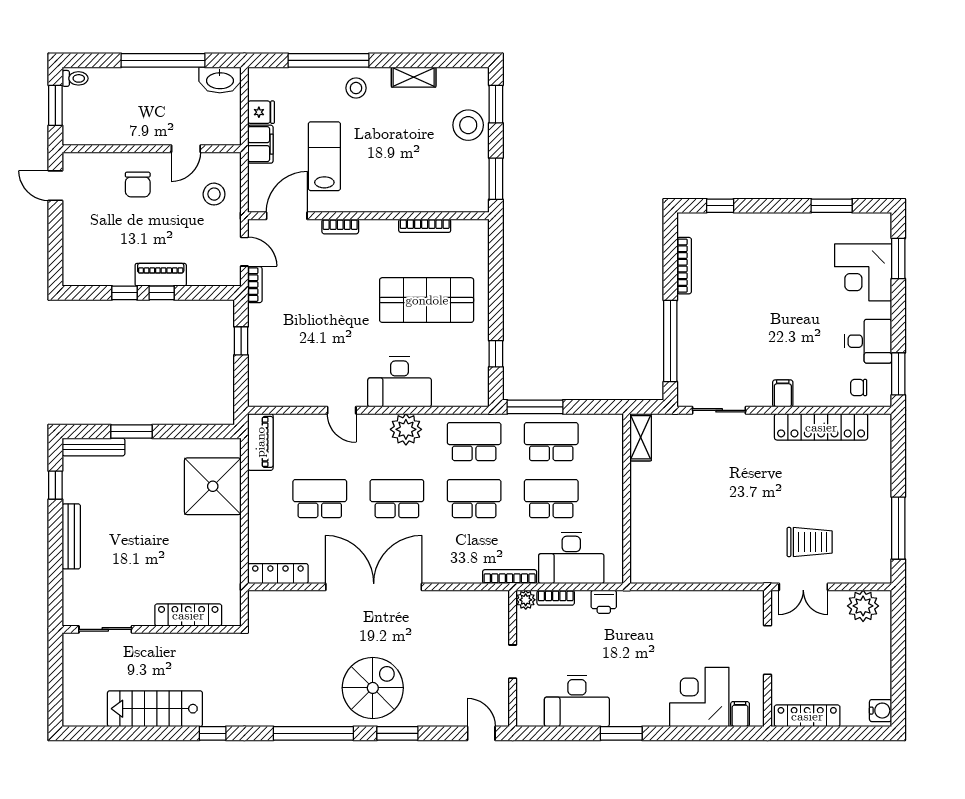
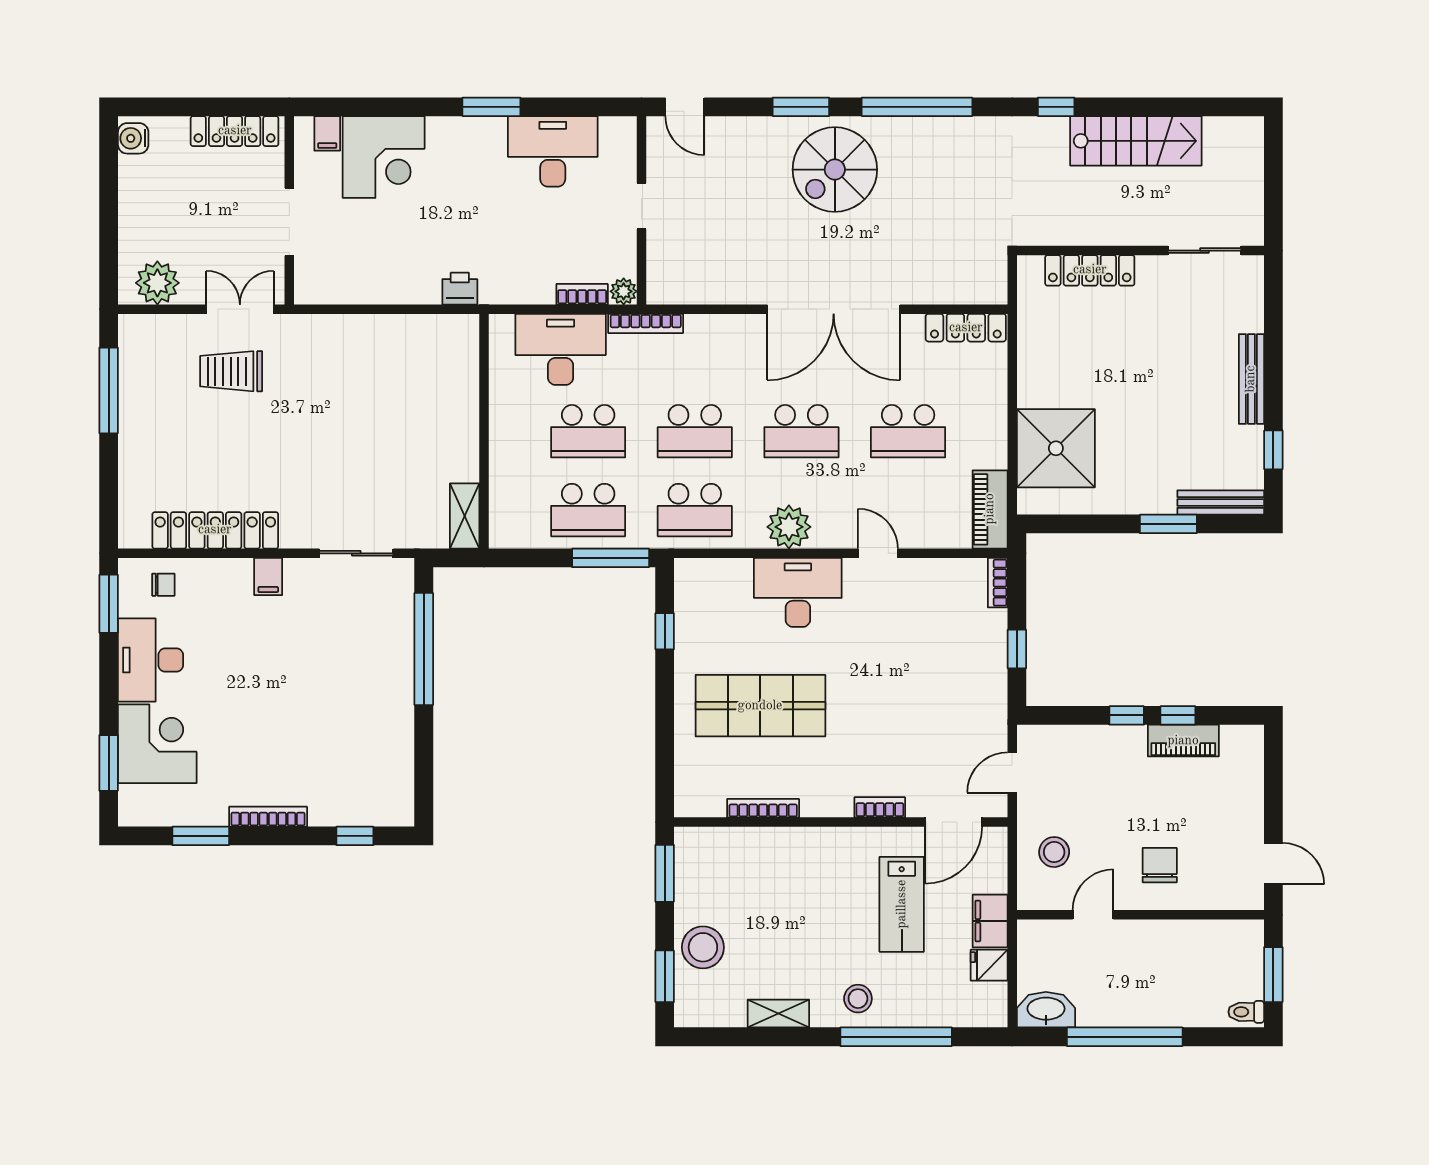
door: (244, 252) -> (1012, 773), hinge flipped
bookcase: (684, 266) -> (268, 817), moved, turned 90
piano: (161, 275) -> (1183, 741), moved
bookcase: (255, 285) -> (998, 583), moved
desk: (868, 341) -> (151, 660), width x1.37
printer: (604, 602) -> (460, 289), moved

